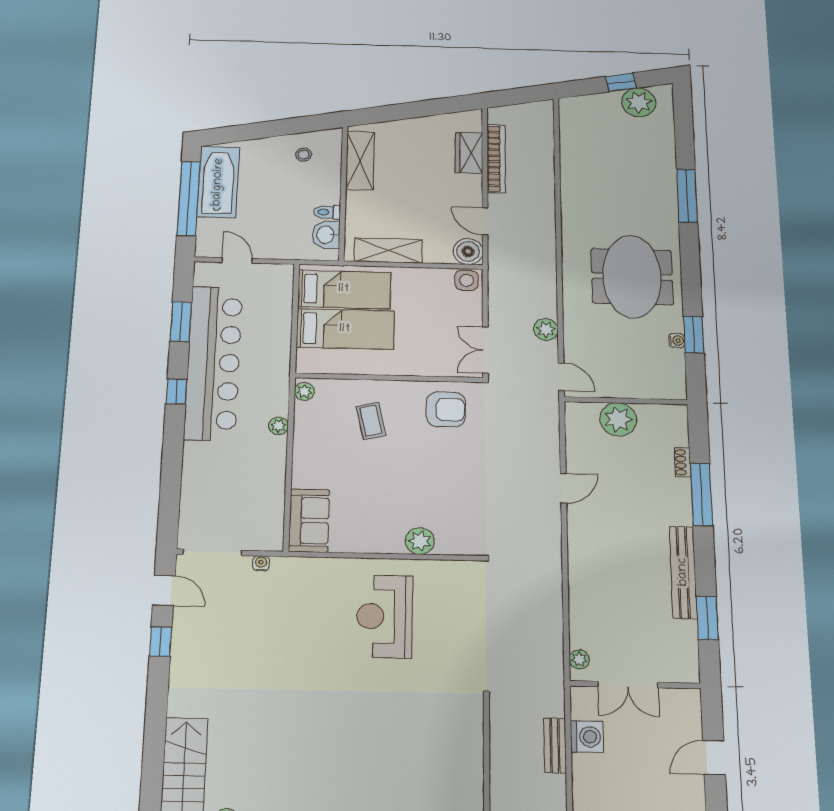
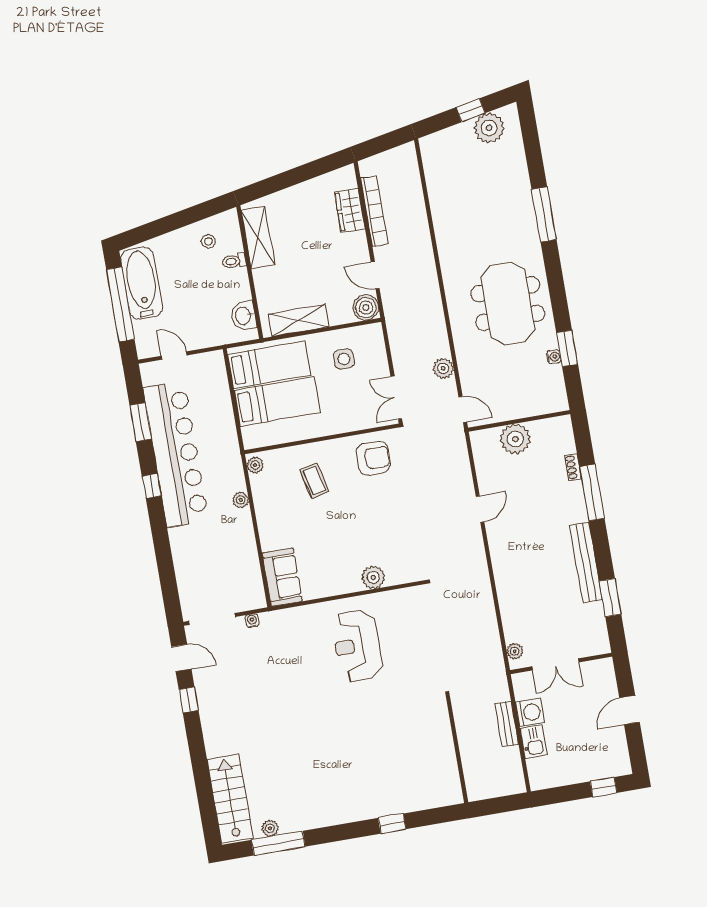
toilet: (327, 212) -> (234, 261), moved
side table: (467, 280) -> (344, 359), moved
kitchen sink: (586, 774) -> (533, 742), added

